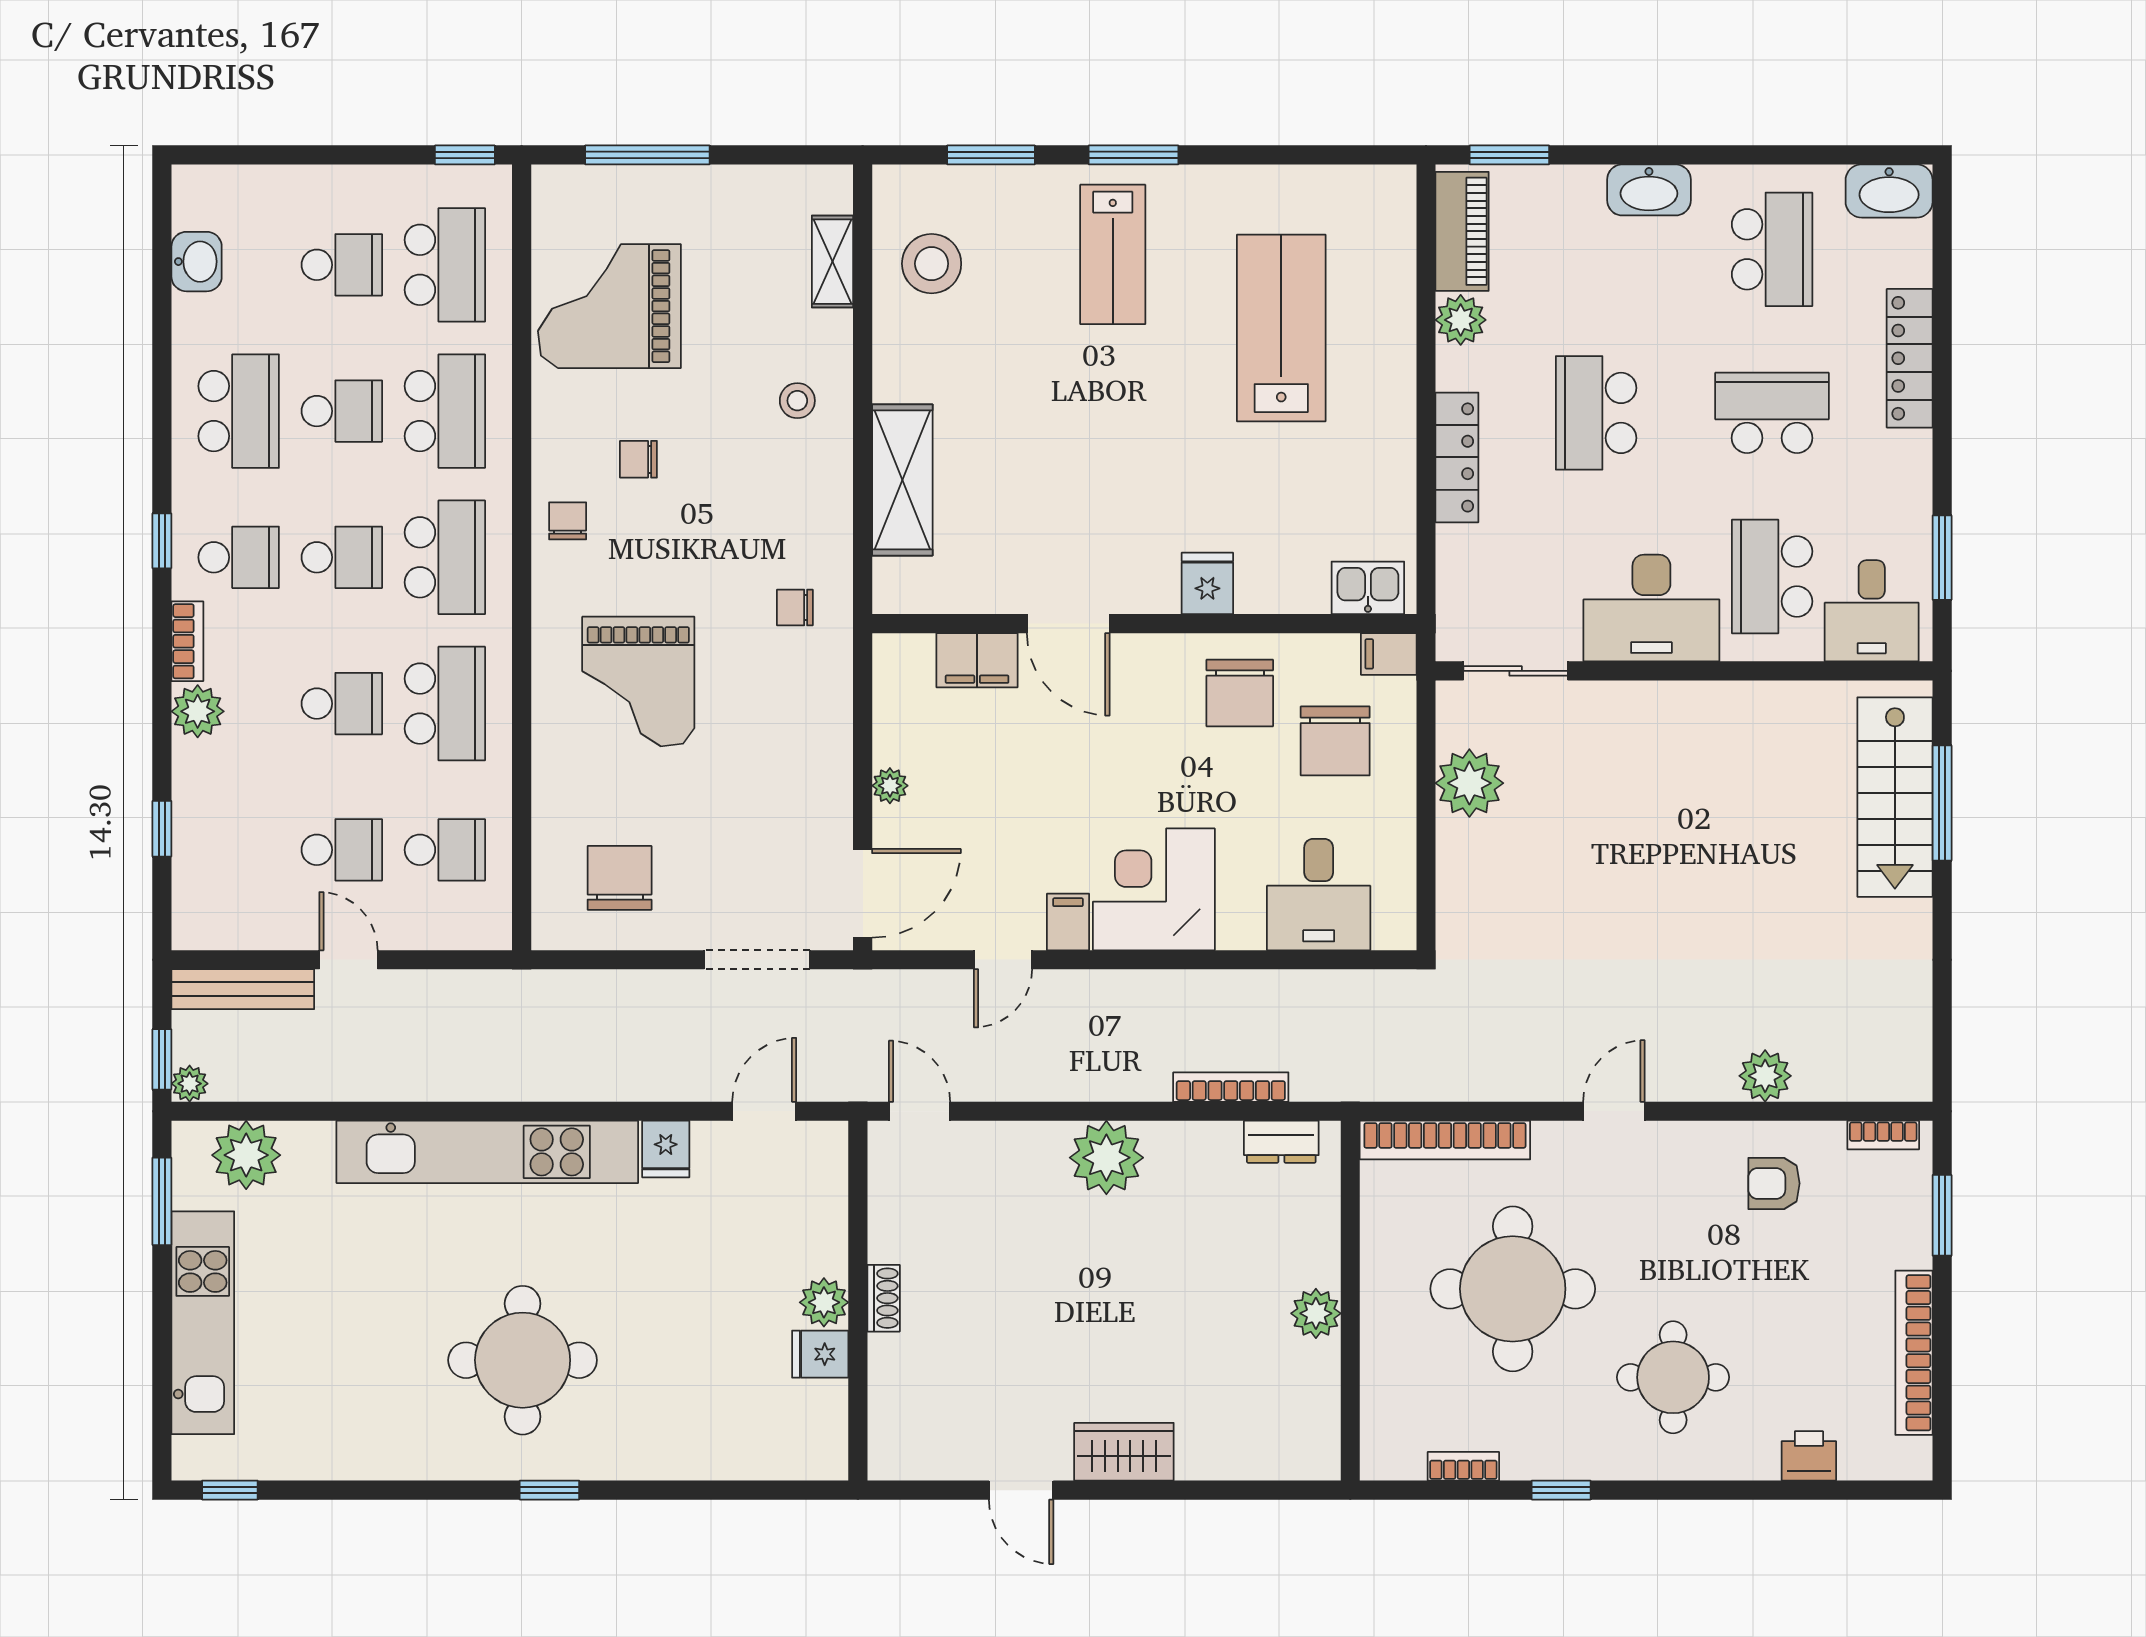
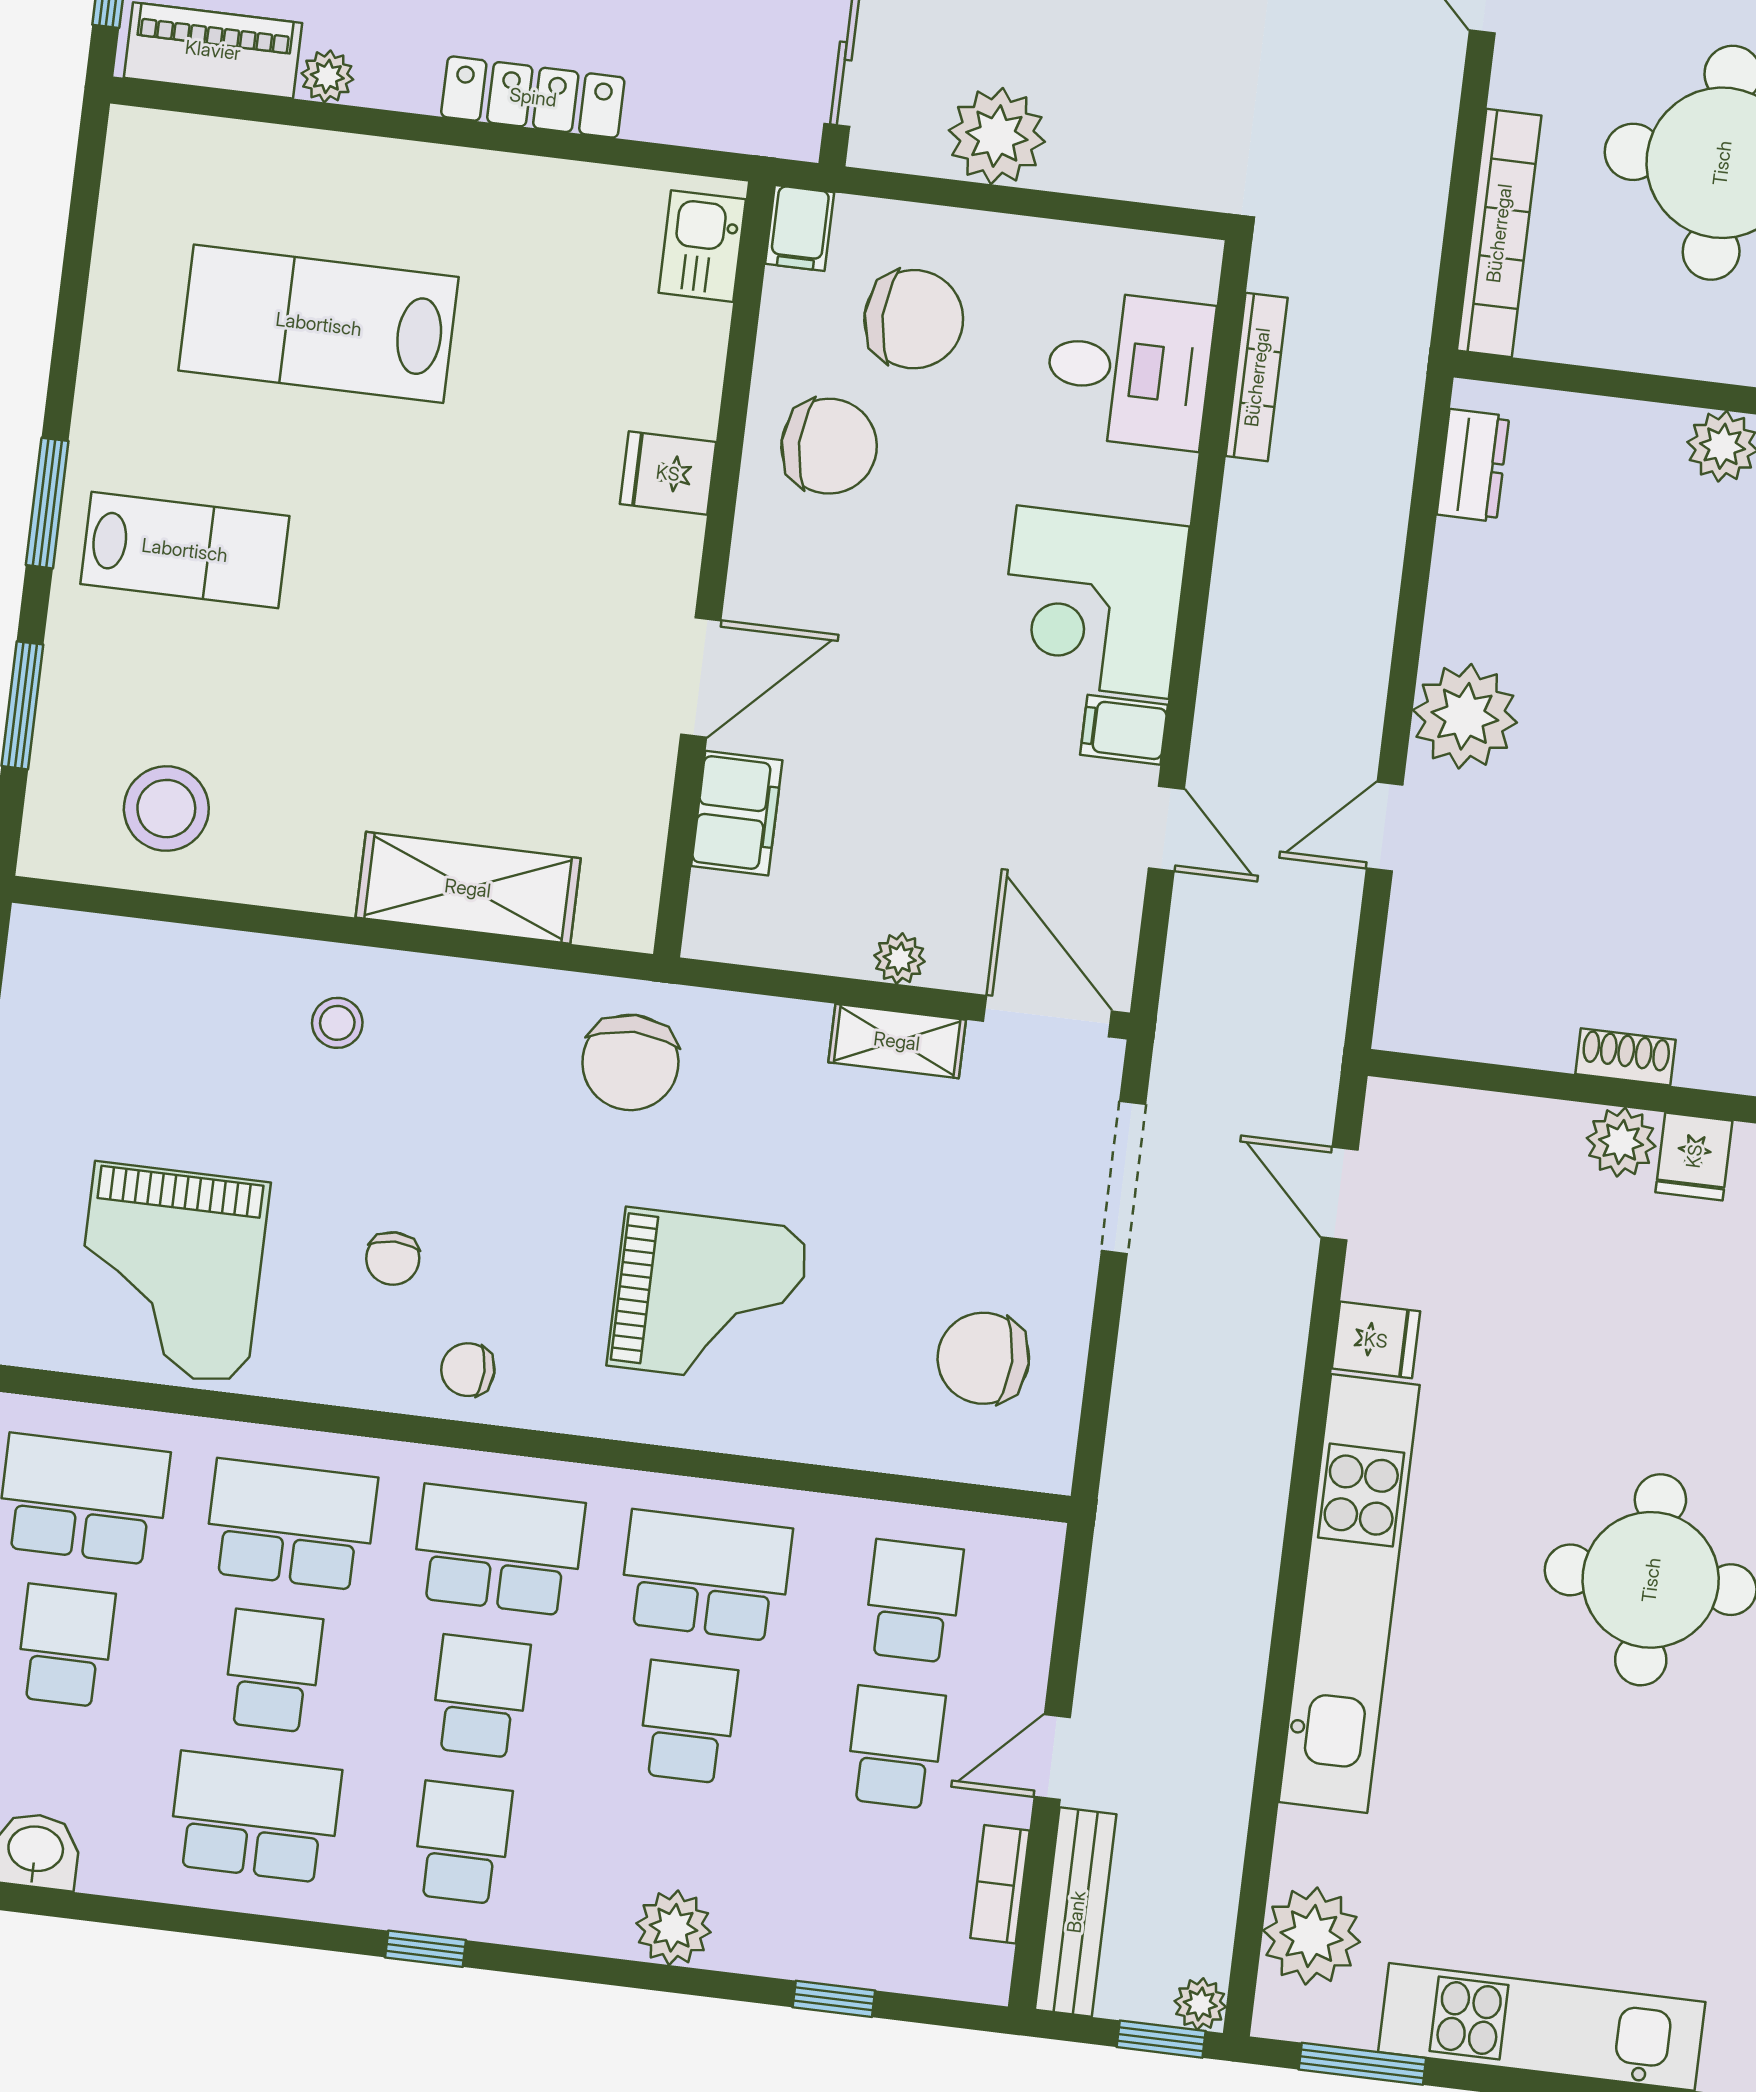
shelving: (832, 262) -> (897, 1041), moved
plant: (1461, 320) -> (327, 76), width x0.73, depth x0.73
chair: (795, 608) -> (630, 1062), width x1.87, depth x1.87
bookcase: (187, 641) -> (1000, 1884), moved, turned -90
bookcase: (1231, 1087) -> (1257, 377), moved, turned 180
door: (919, 1111) -> (1385, 827), moved

